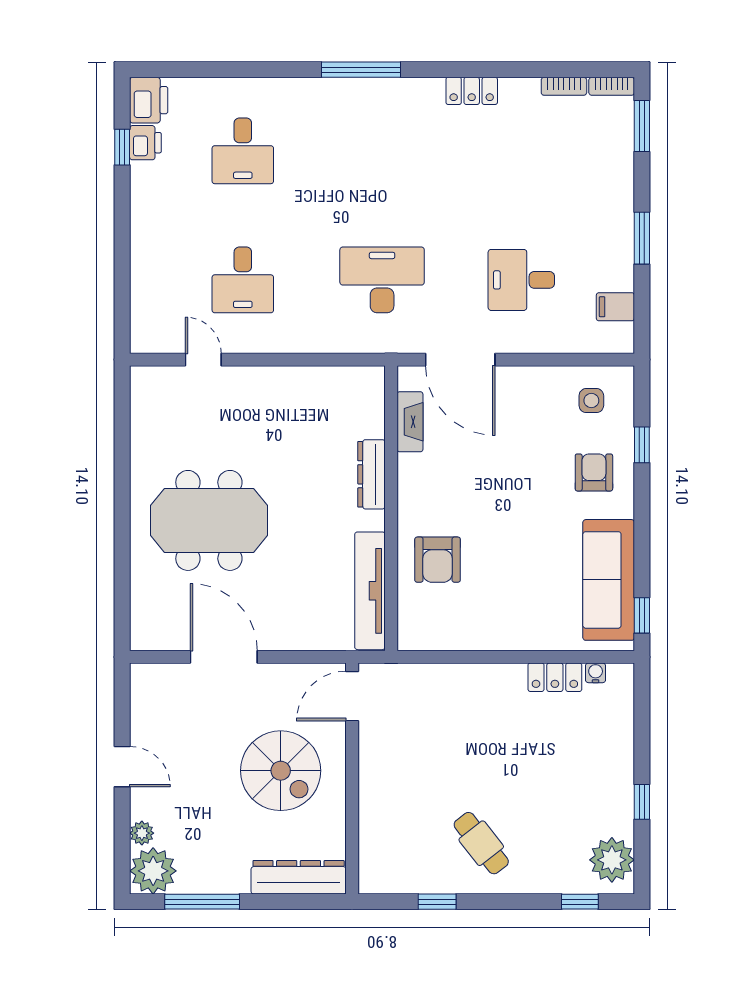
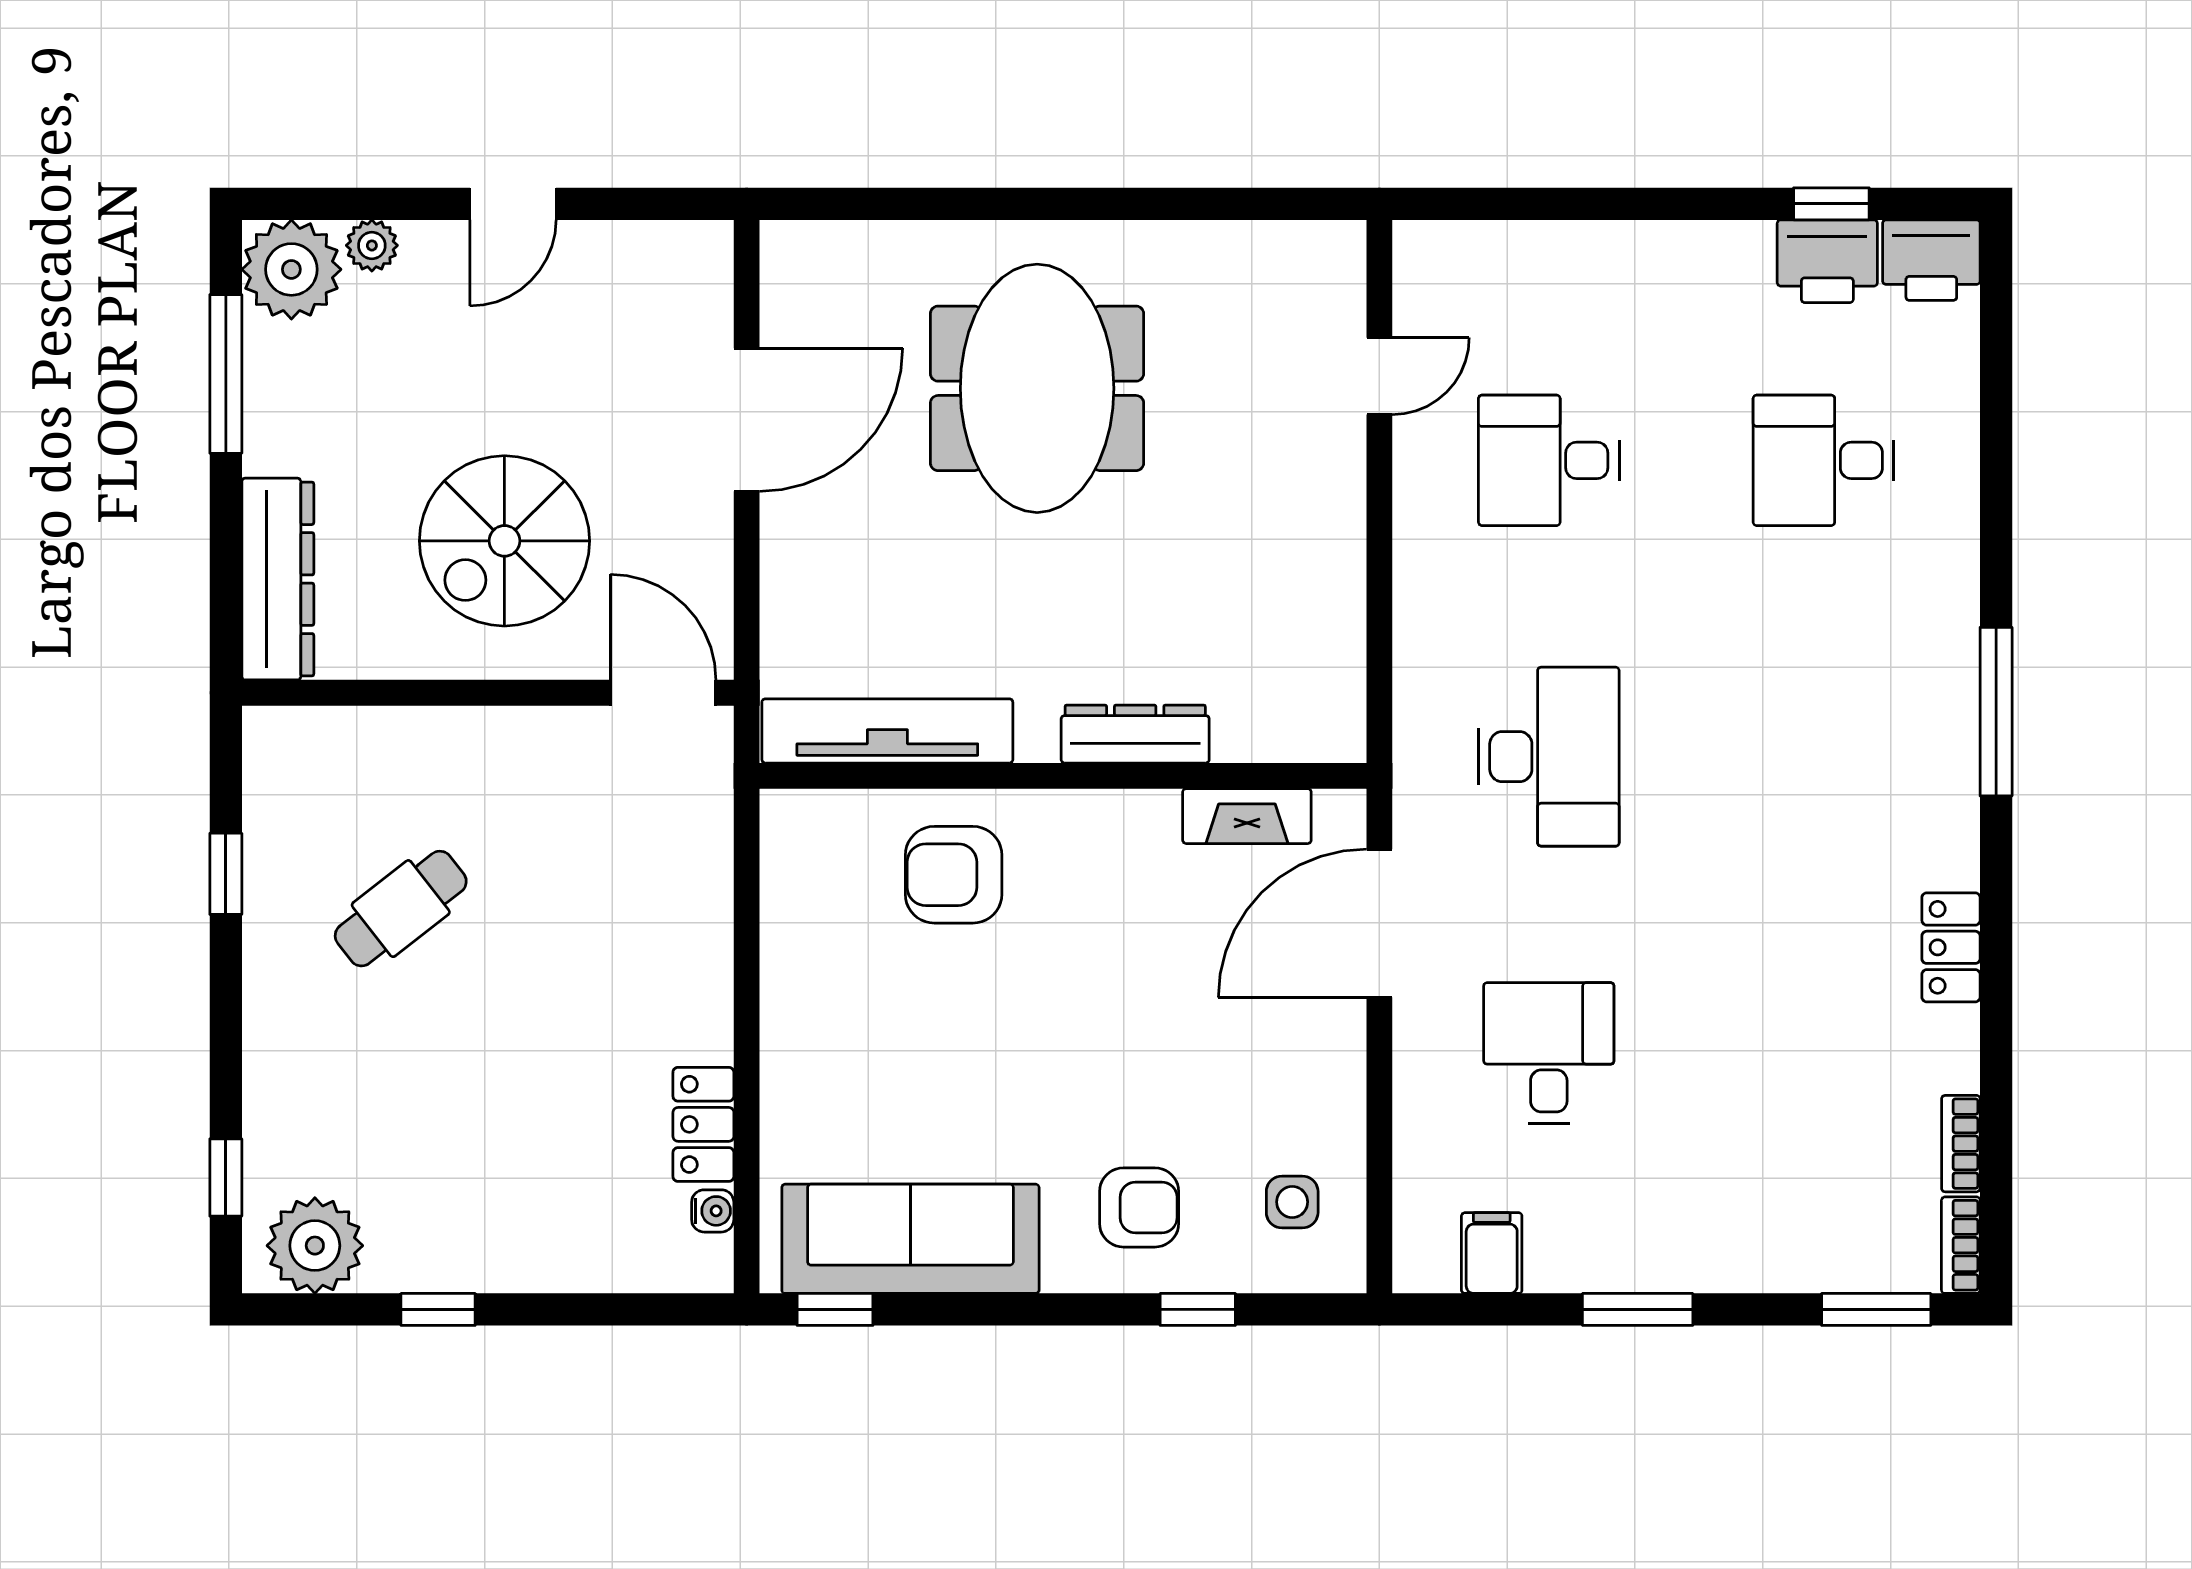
printer: (145, 143) -> (1827, 261), width x1.36, depth x1.24
cafe table: (481, 843) -> (401, 909), moved

